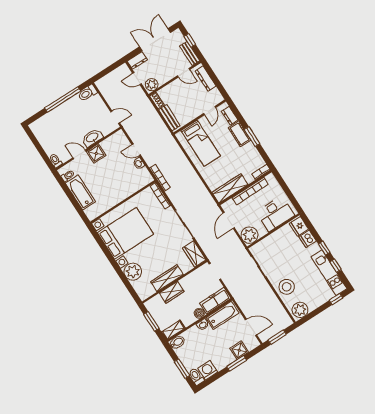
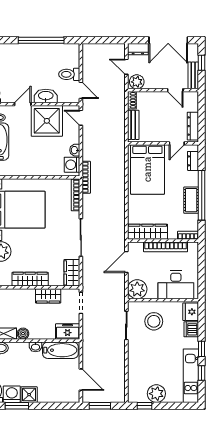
double door: (155, 40) -> (168, 40), swing flipped
dresser: (206, 79) -> (193, 126), moved
toilet: (88, 93) -> (69, 74), moved
cot: (240, 134) -> (191, 200), moved
window: (252, 137) -> (202, 195), width x2.11
bed: (201, 143) -> (147, 169), width x1.50
door: (136, 150) -> (81, 118), moved
shower: (96, 153) -> (47, 121), width x1.86, depth x1.86
door: (79, 154) -> (23, 104), hinge flipped
washing machine: (144, 175) -> (72, 165), added
stool: (287, 287) -> (154, 321), moved
wardrobe: (172, 292) -> (48, 296), moved
window: (336, 299) -> (145, 406), moved
freezer: (215, 301) -> (68, 332), width x0.71
plant: (300, 310) -> (156, 394), moved
boiler: (199, 313) -> (23, 334), moved
shower: (239, 350) -> (29, 395), moved
window: (237, 363) -> (17, 406), moved

